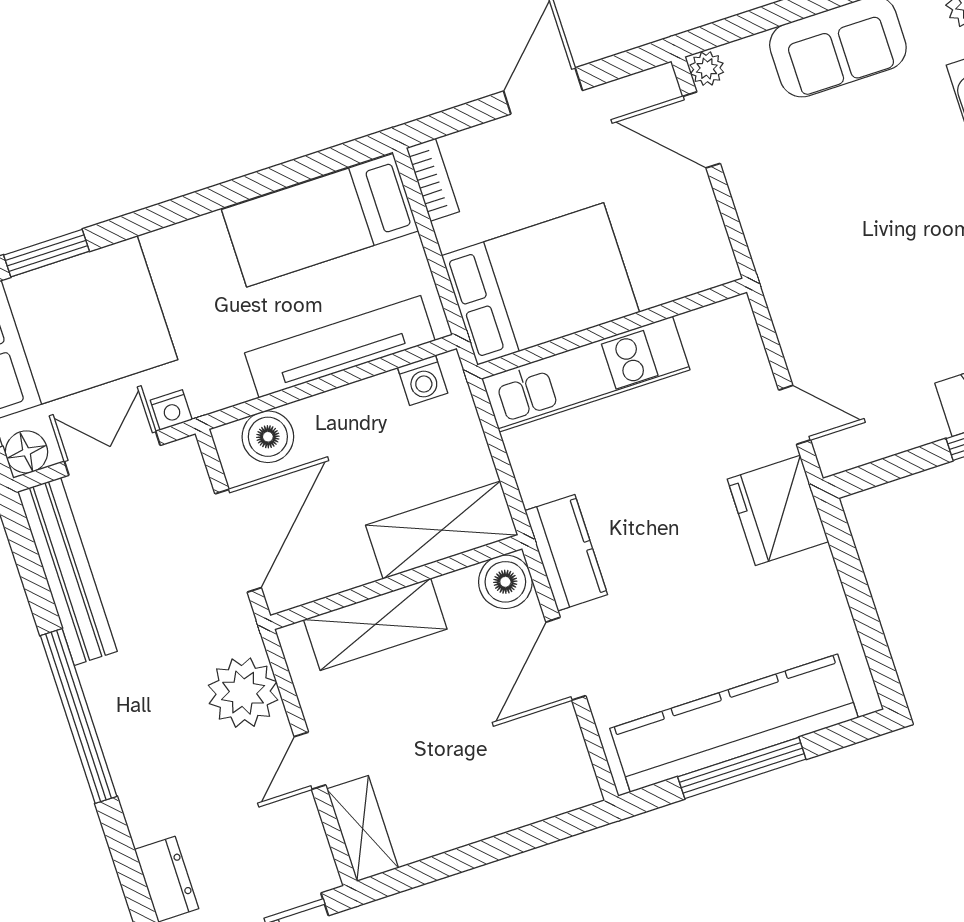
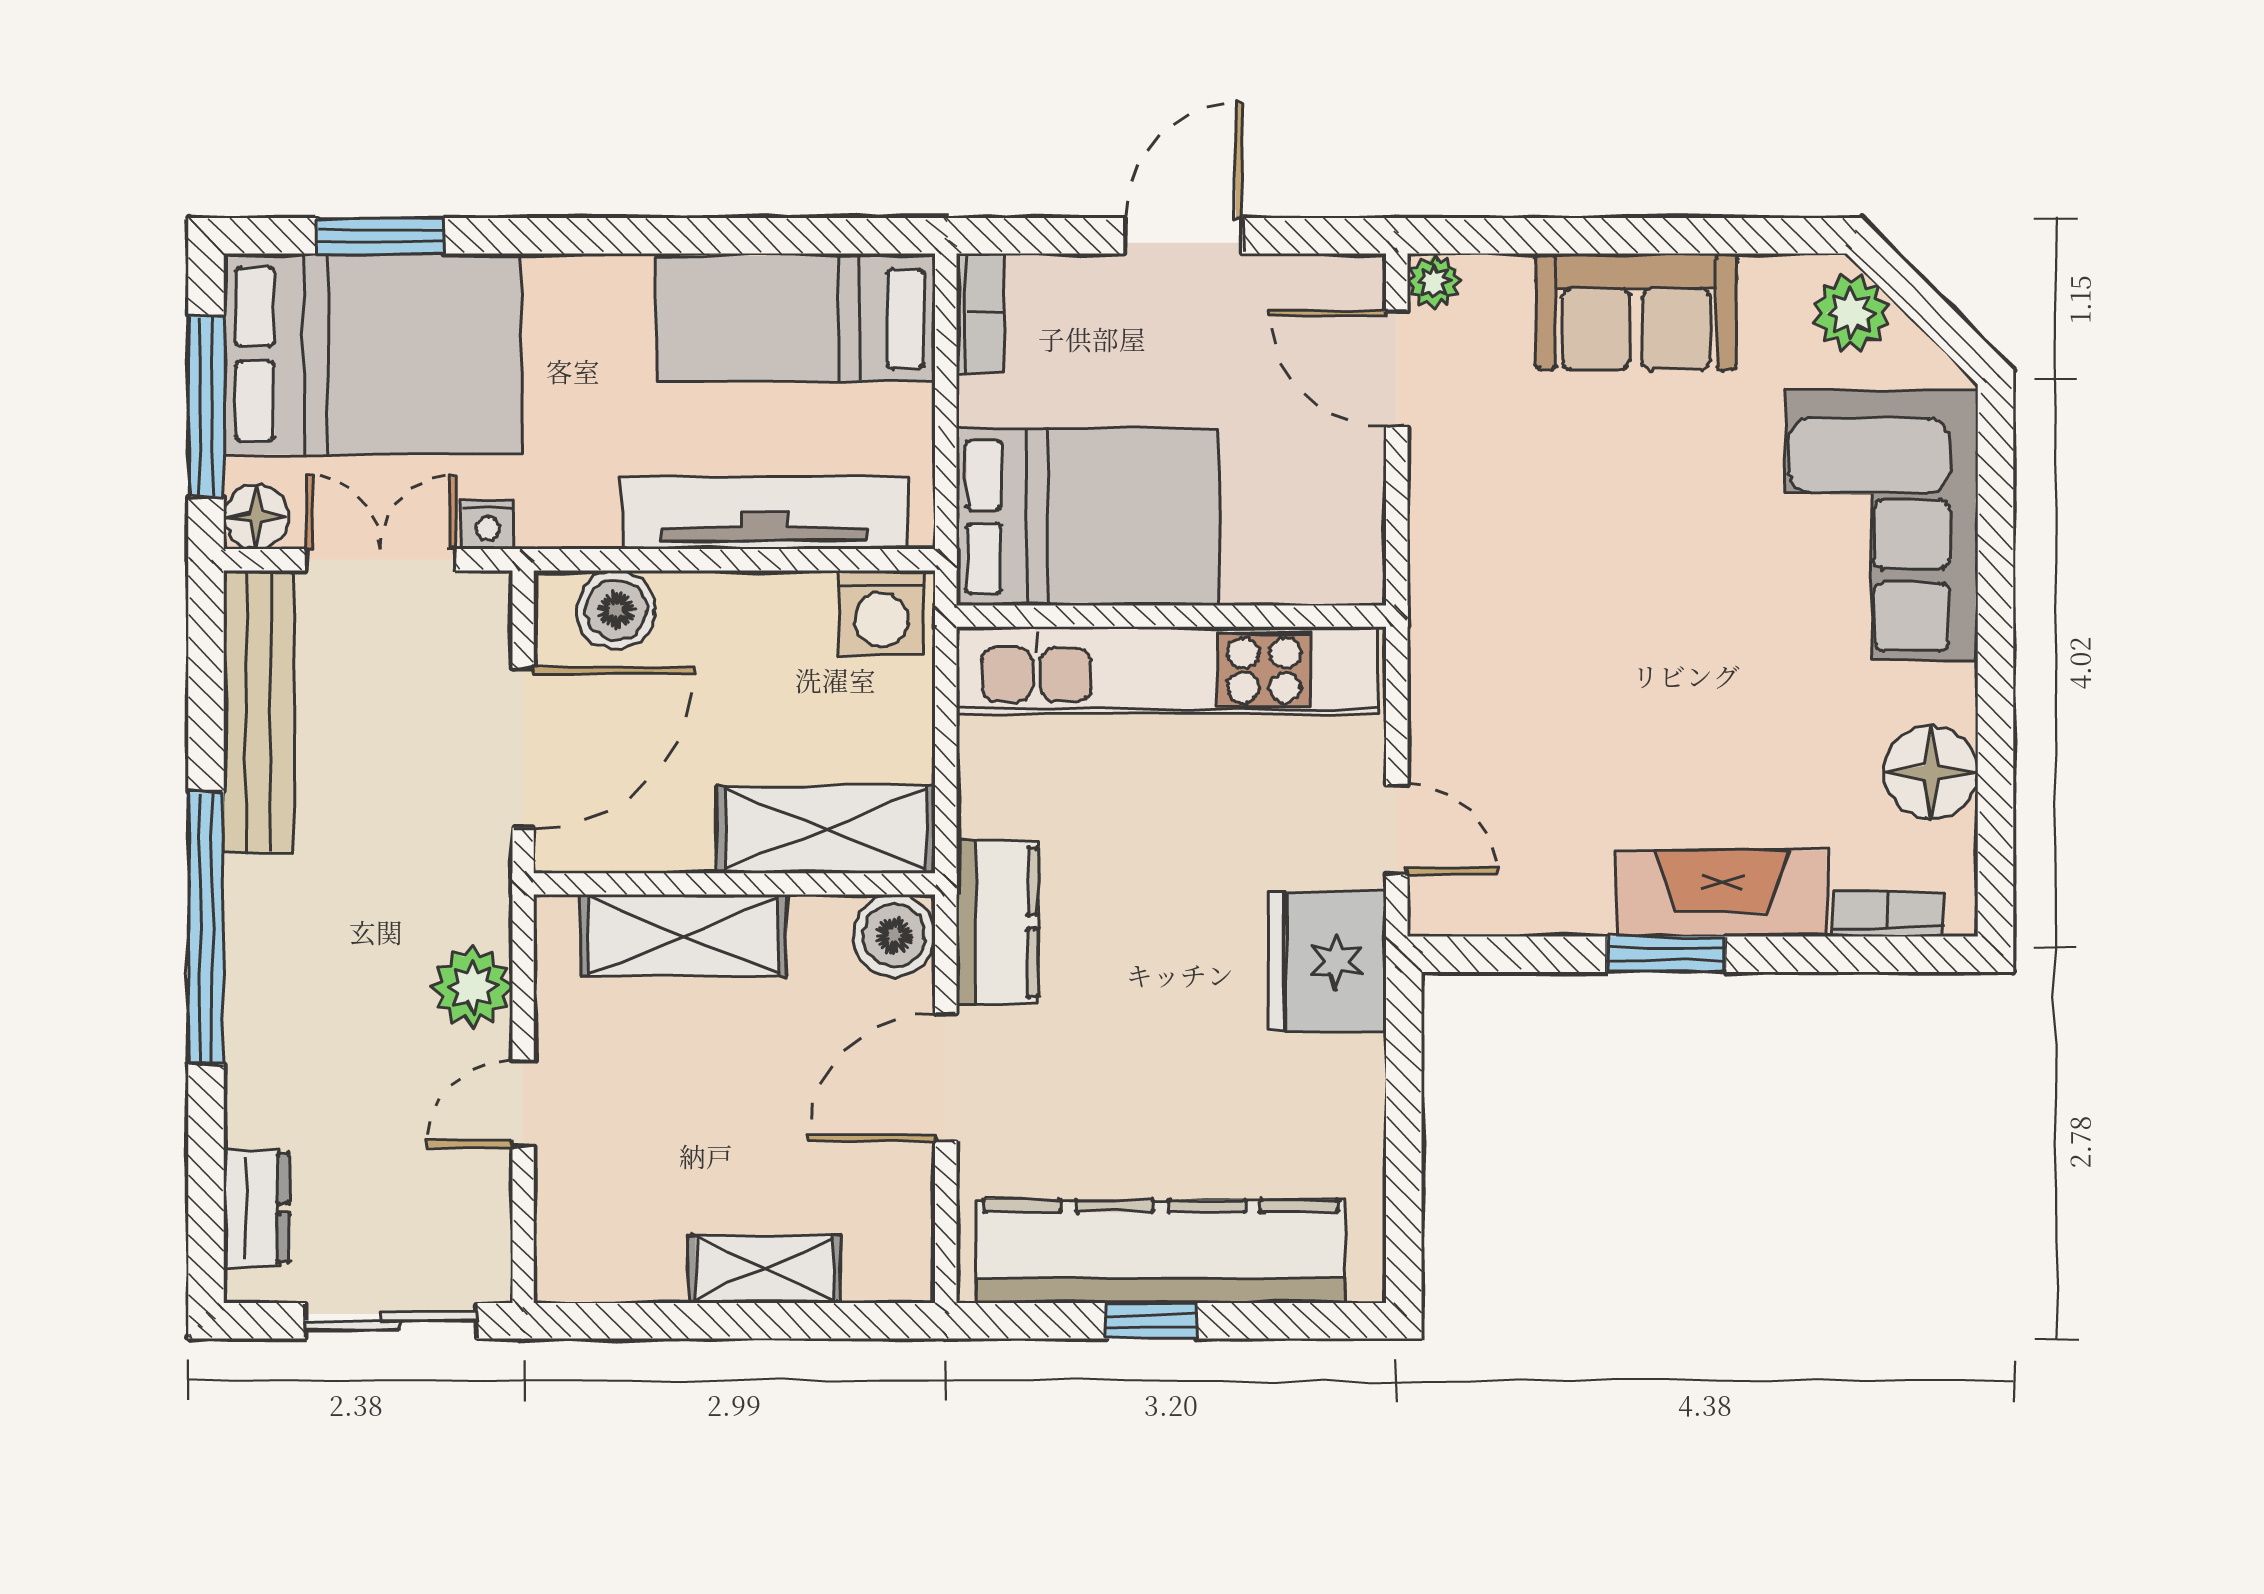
kitchen unit: (586, 374) -> (1167, 670), width x1.36
washing machine: (423, 380) -> (881, 613), width x1.38, depth x1.38
plant: (243, 693) -> (472, 987), width x0.73, depth x0.73
window: (742, 768) -> (1151, 1321), width x0.46
shelving: (363, 829) -> (765, 1269), moved, turned 90

